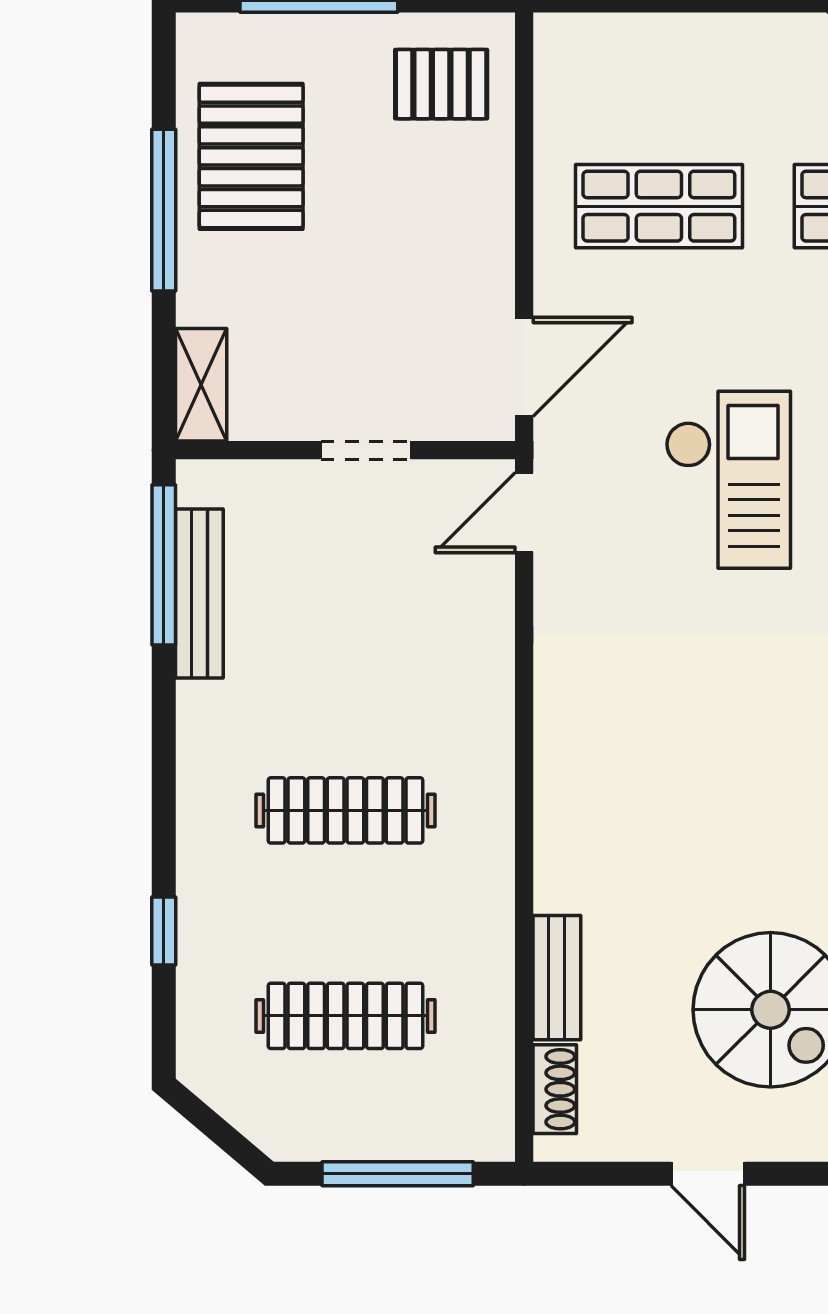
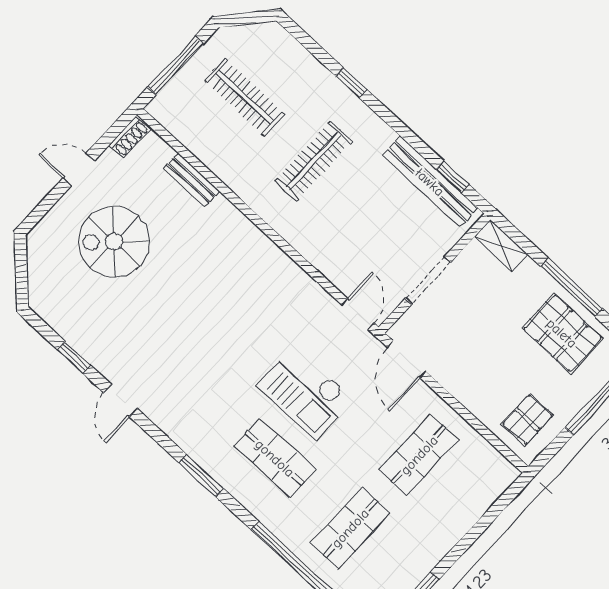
doorway: (366, 450) -> (428, 280), width x1.38
window: (164, 565) -> (453, 177), width x0.46
bench: (199, 594) -> (430, 182), width x1.37, depth x1.21
window: (164, 931) -> (352, 83), moved
clothes rail: (345, 1016) -> (245, 97), turned 90
shoe rack: (555, 1089) -> (130, 137), moved, turned -90

